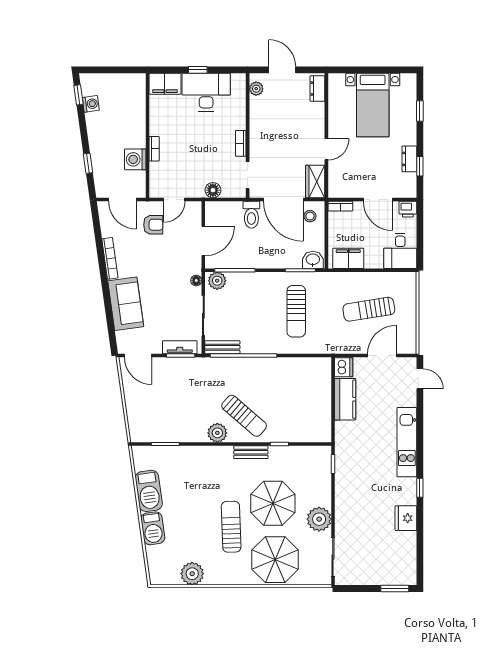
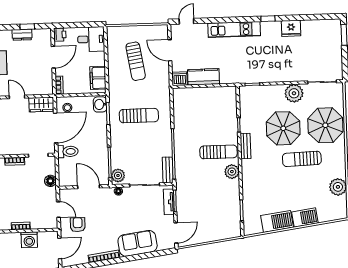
sun lounger: (244, 416) -> (218, 152), turned 49

